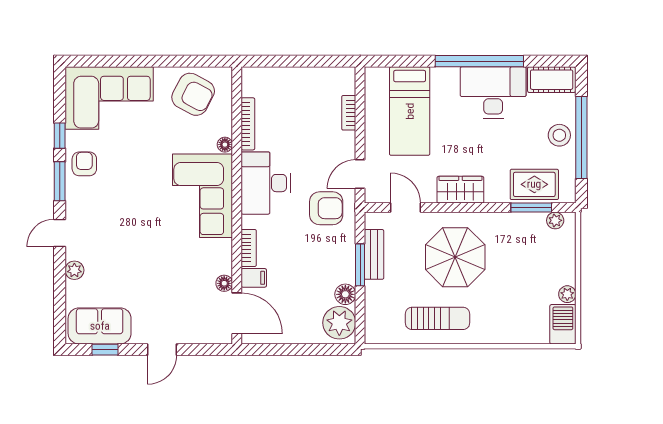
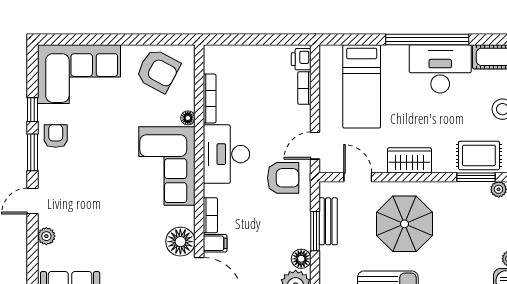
printer: (345, 82) -> (301, 59), added
floor lamp: (224, 283) -> (180, 242), width x1.89, depth x1.89

